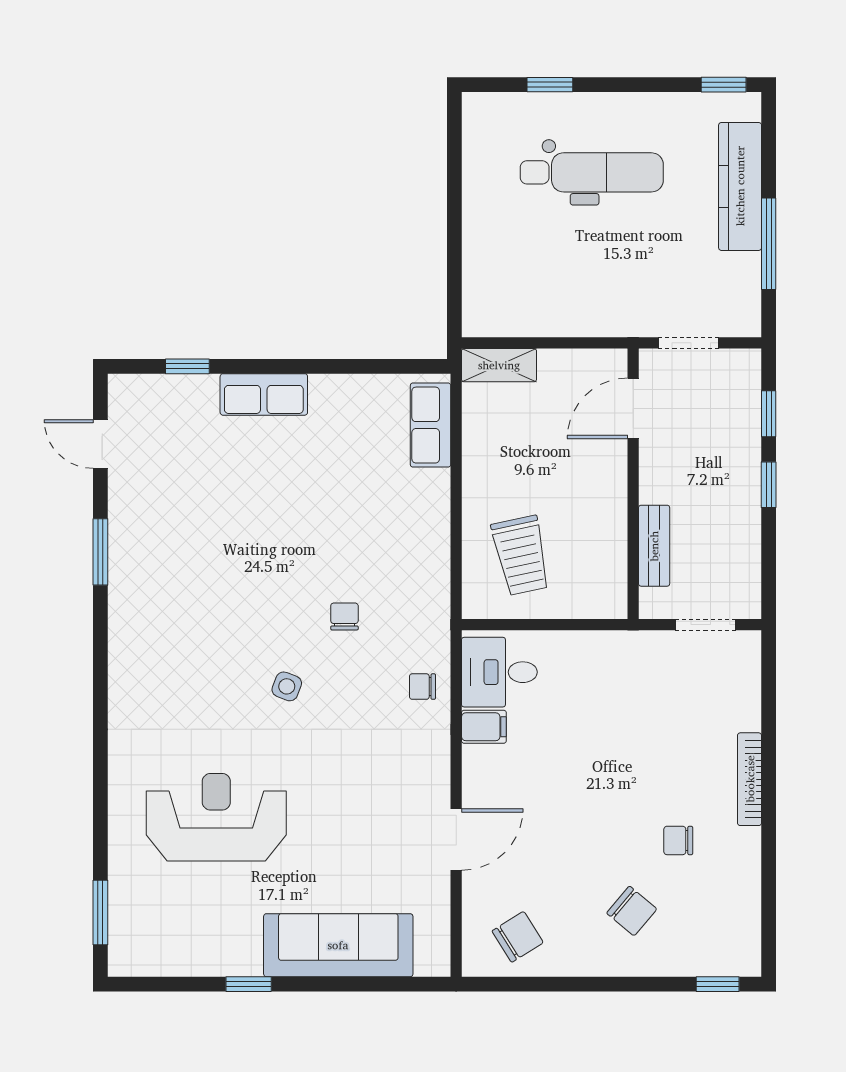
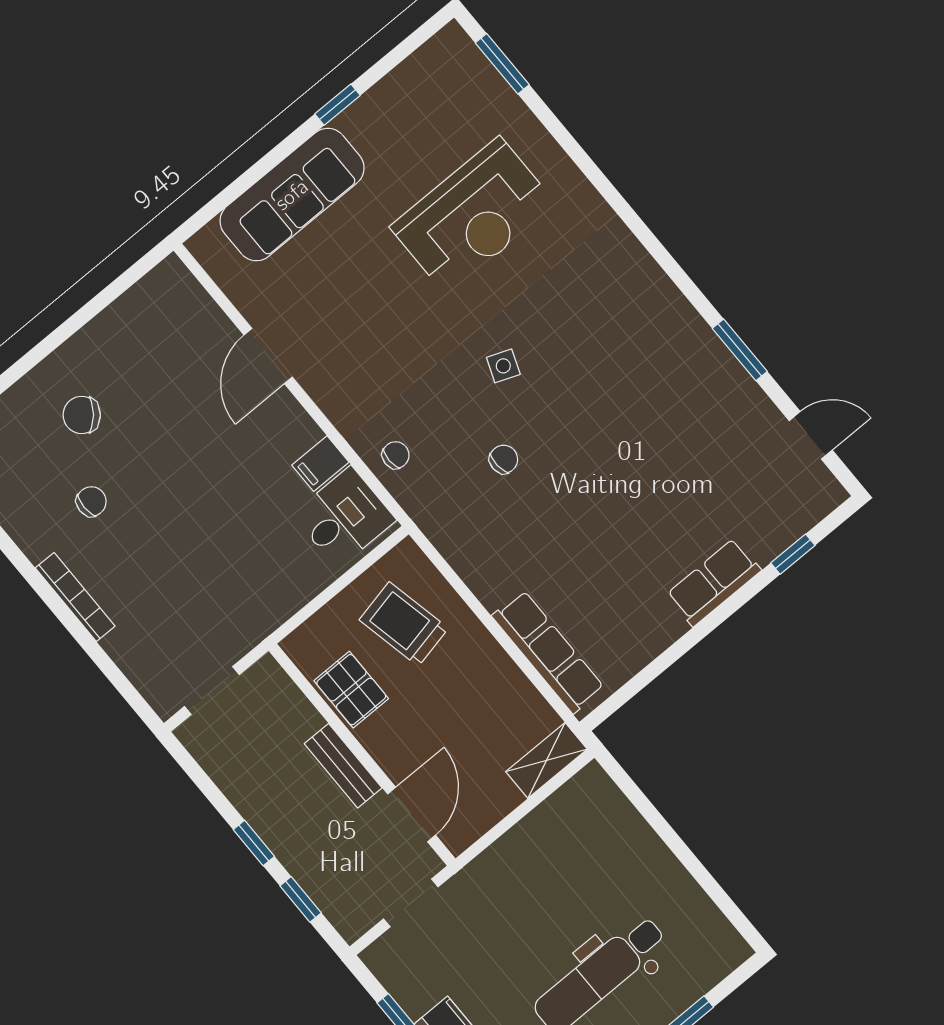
row of seats: (431, 425) -> (548, 652), width x1.48
pallet: (601, 539) -> (351, 690), added
bench: (654, 546) -> (343, 766), moved
chair: (344, 617) -> (504, 459), turned -94
chair: (518, 937) -> (155, 319), removed

